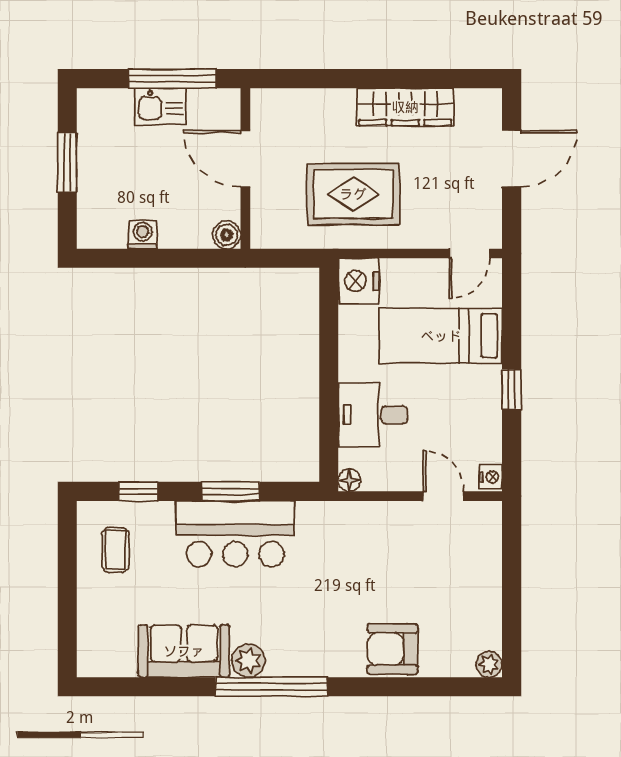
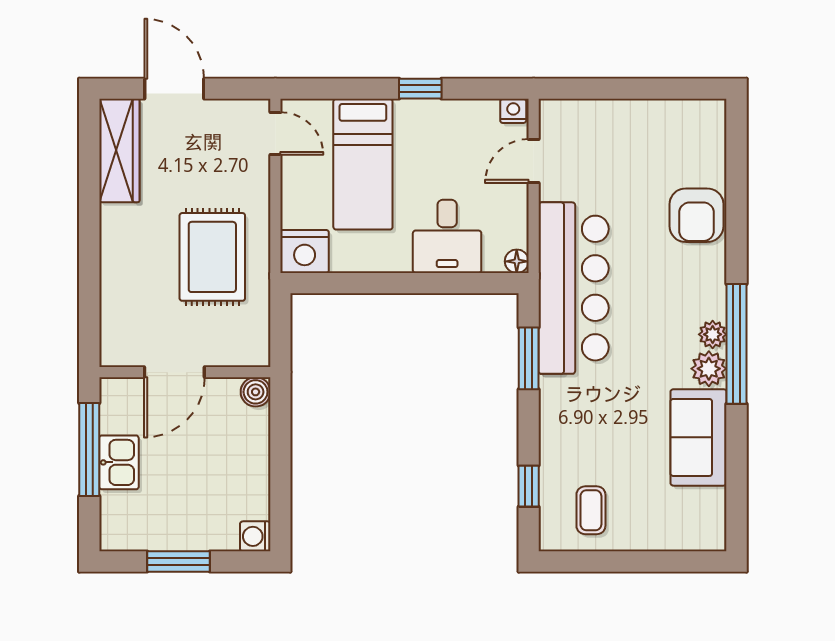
wardrobe: (405, 107) -> (119, 151), moved
washing machine: (143, 235) -> (255, 536), moved
window: (230, 491) -> (529, 358), moved
bar counter: (235, 534) -> (574, 288), moved, width x1.36
coffee table: (115, 550) -> (591, 510), turned 90
plant: (489, 664) -> (713, 334), moved

